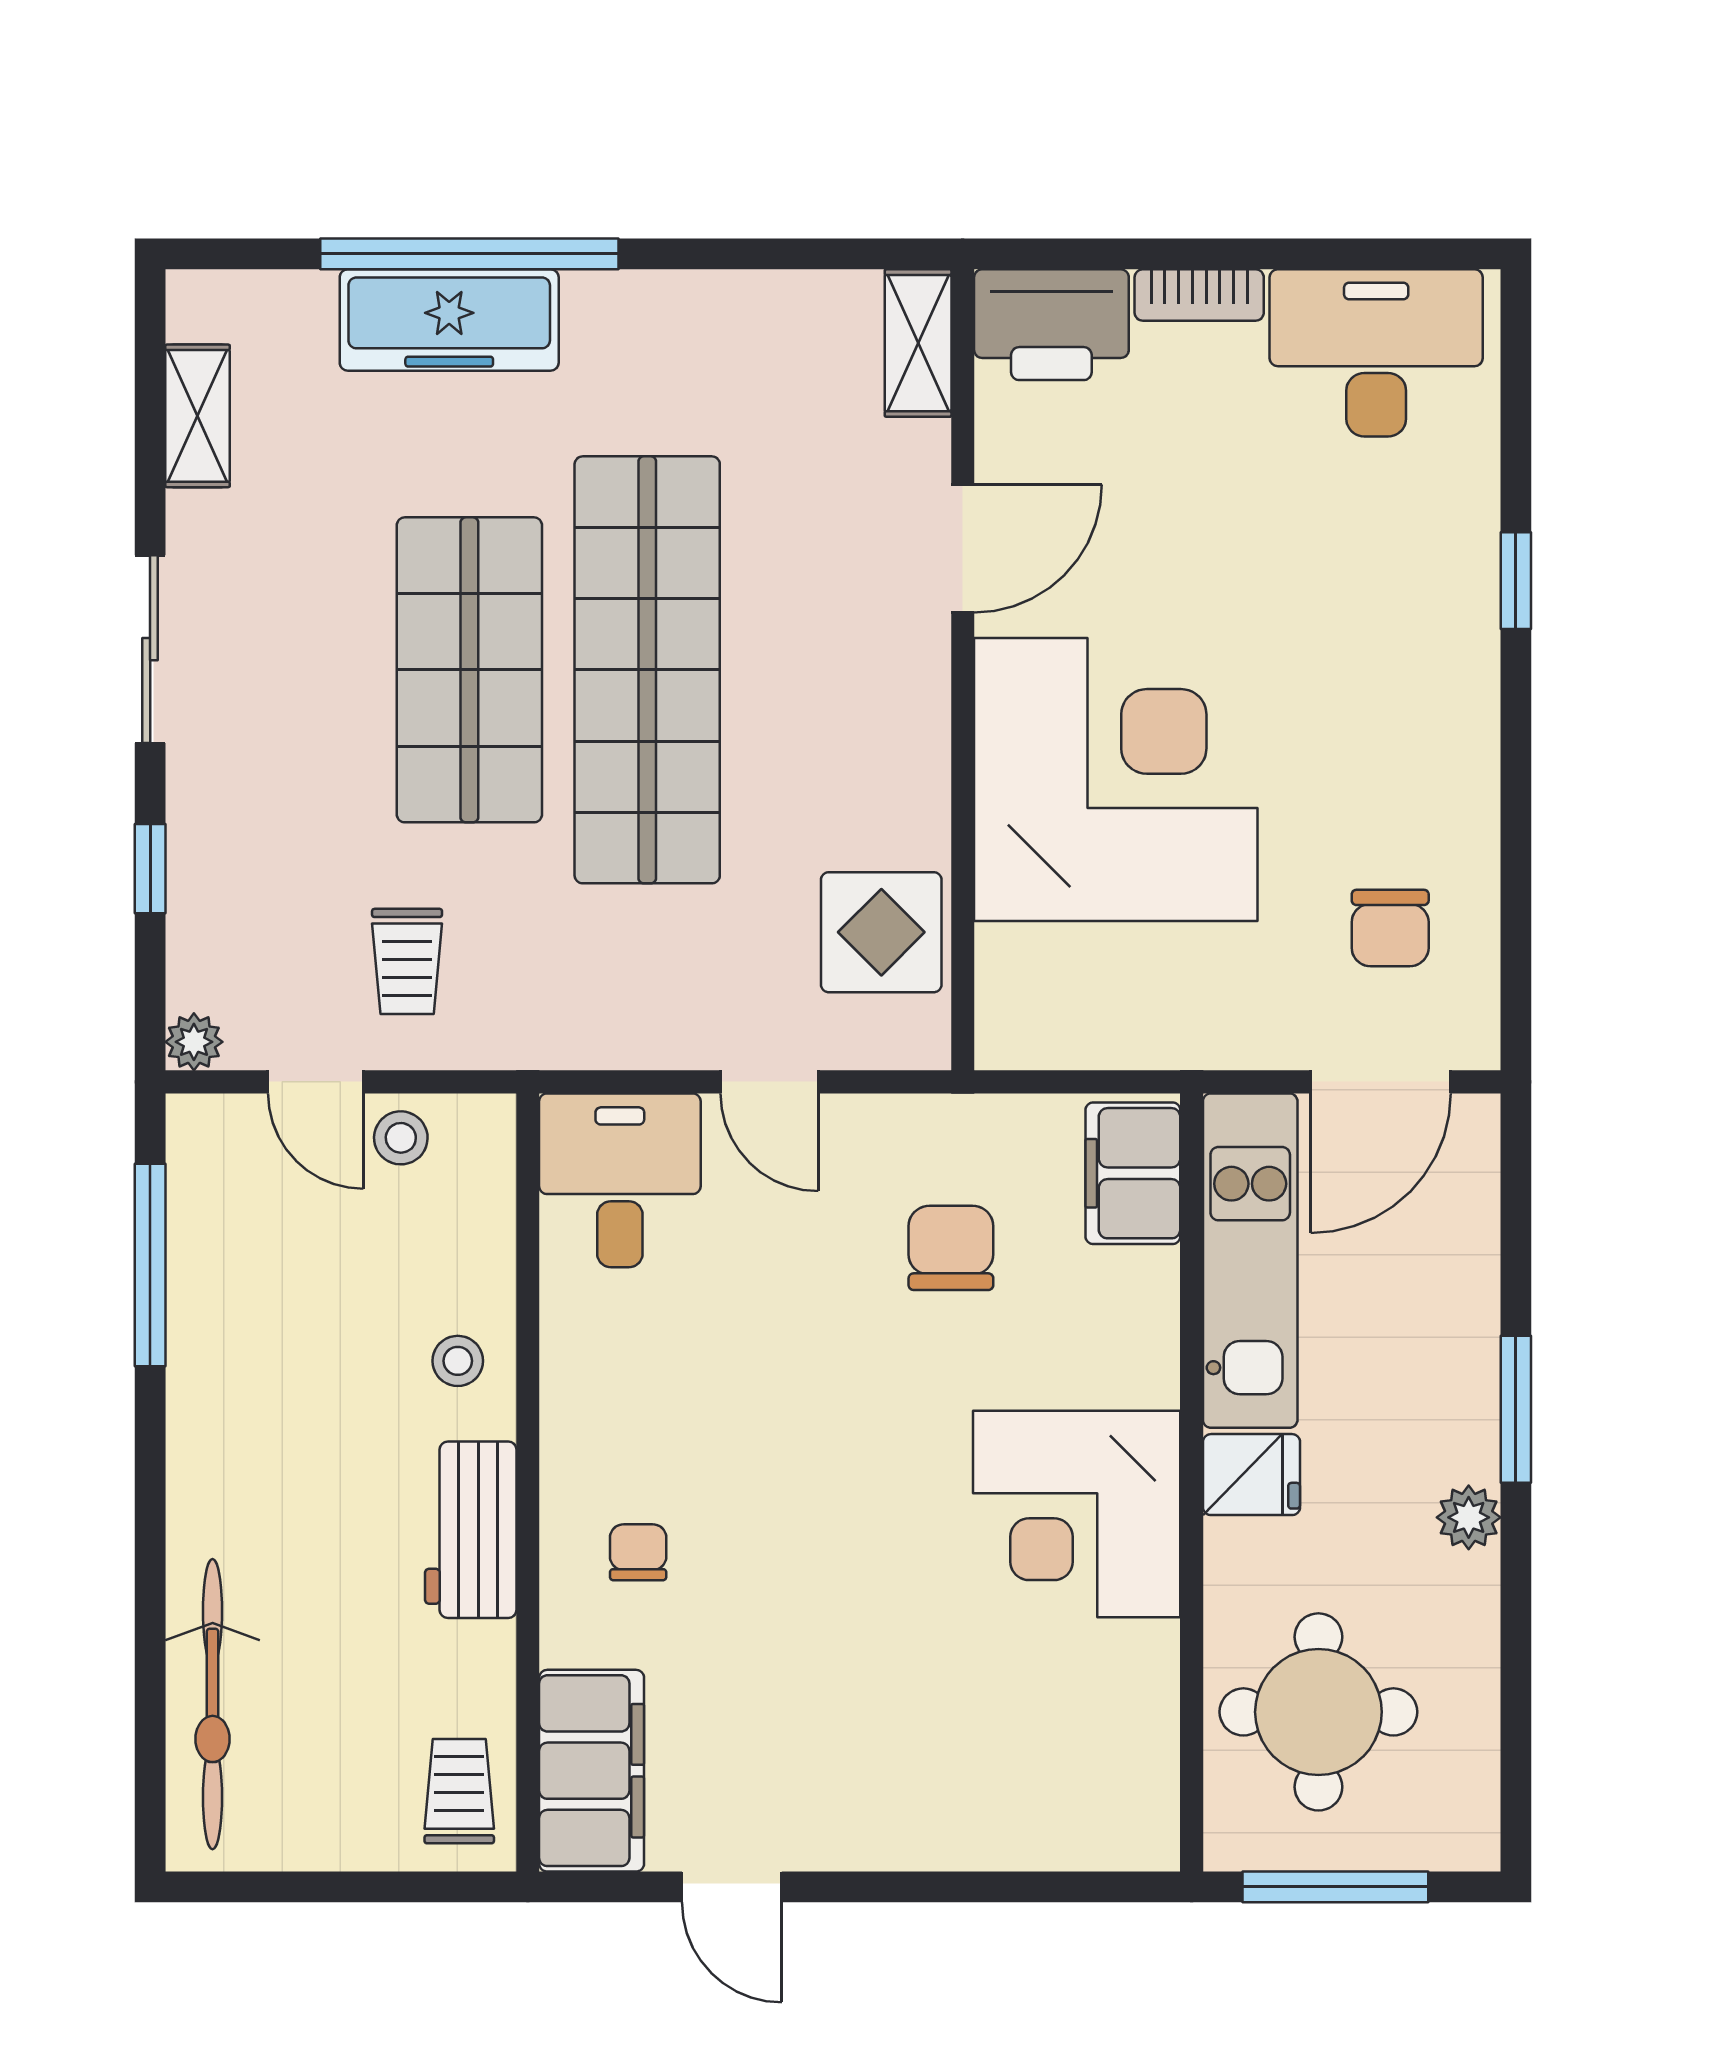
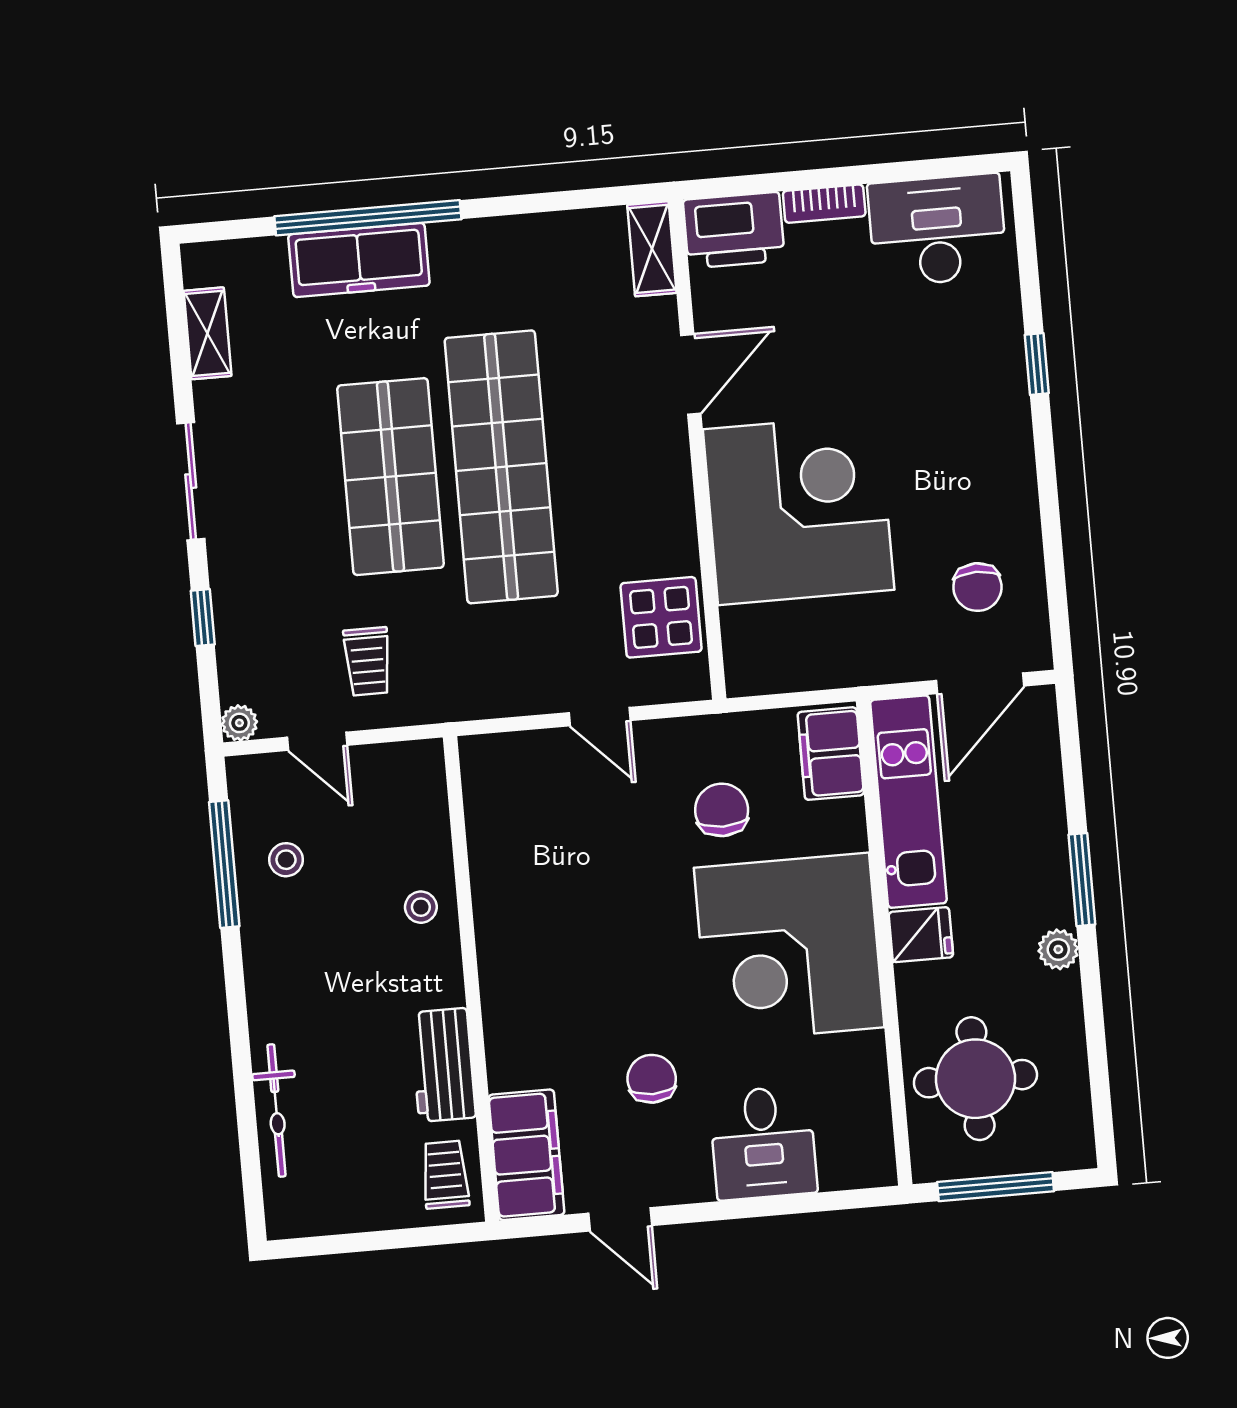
stool: (401, 1138) -> (286, 860), moved
desk: (620, 1180) -> (763, 1143), moved, turned 180
corner desk: (1077, 1514) -> (789, 947), width x1.36, depth x1.36
workbench: (471, 1530) -> (443, 1065), moved
chair: (638, 1552) -> (652, 1079), moved, width x1.37, depth x1.37
bicycle: (213, 1704) -> (276, 1110), width x0.73, depth x0.71

